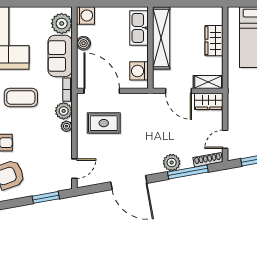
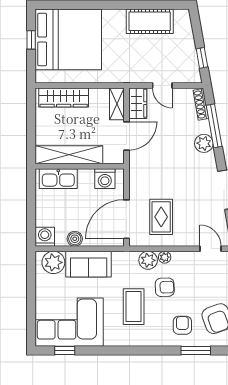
wardrobe: (214, 41) -> (64, 98), width x1.50
bookcase: (67, 90) -> (125, 256), removed
armchair: (39, 126) -> (165, 287), added
door: (225, 139) -> (162, 86), moved

